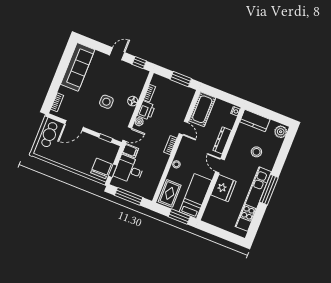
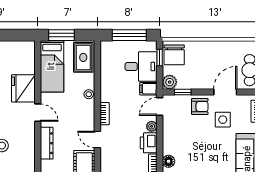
floor lamp: (133, 101) -> (169, 161), moved
side table: (106, 102) -> (223, 120), moved
armchair: (97, 122) -> (200, 107), added
plant: (113, 149) -> (170, 82), added

